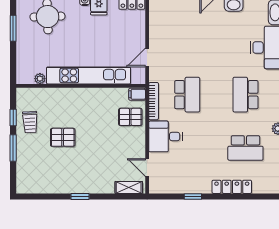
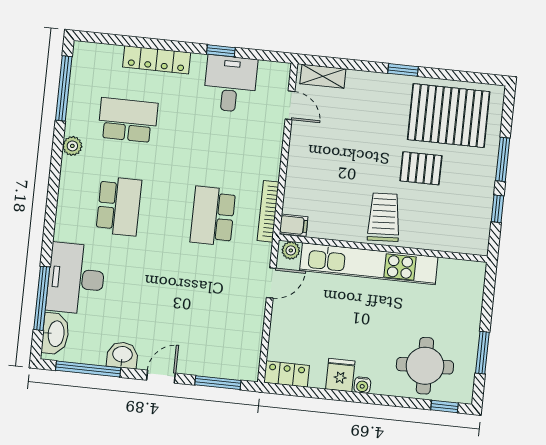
plant: (40, 79) -> (291, 250), moved
pallet: (130, 117) -> (449, 116), moved, width x2.05, depth x2.00
trolley: (30, 122) -> (384, 217), moved, width x1.36, depth x1.39
desk: (166, 136) -> (230, 84), moved, turned -90

